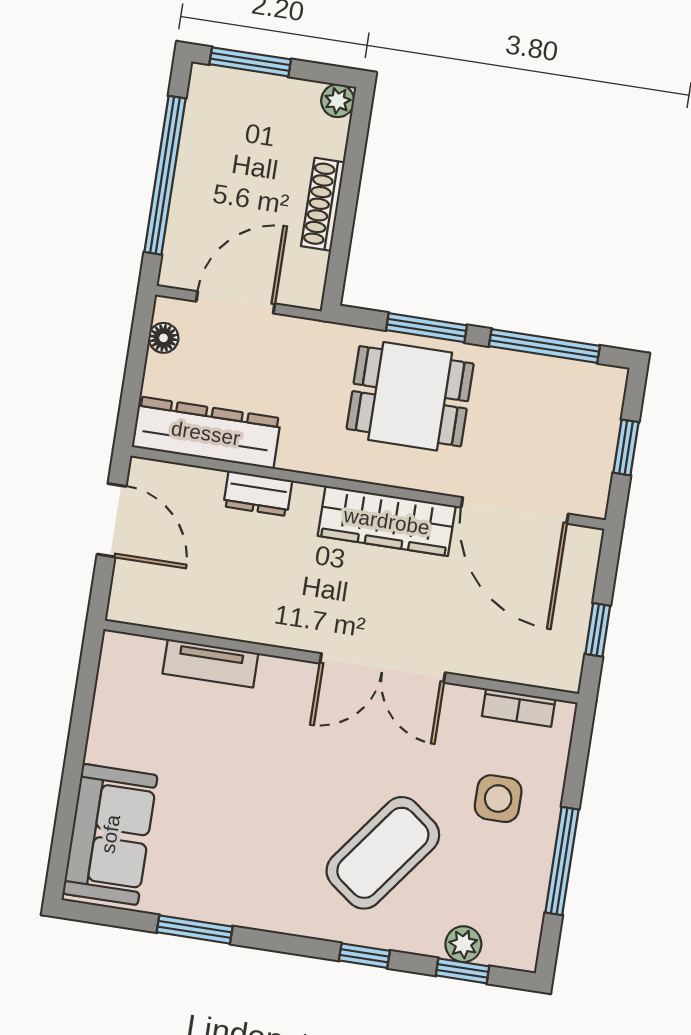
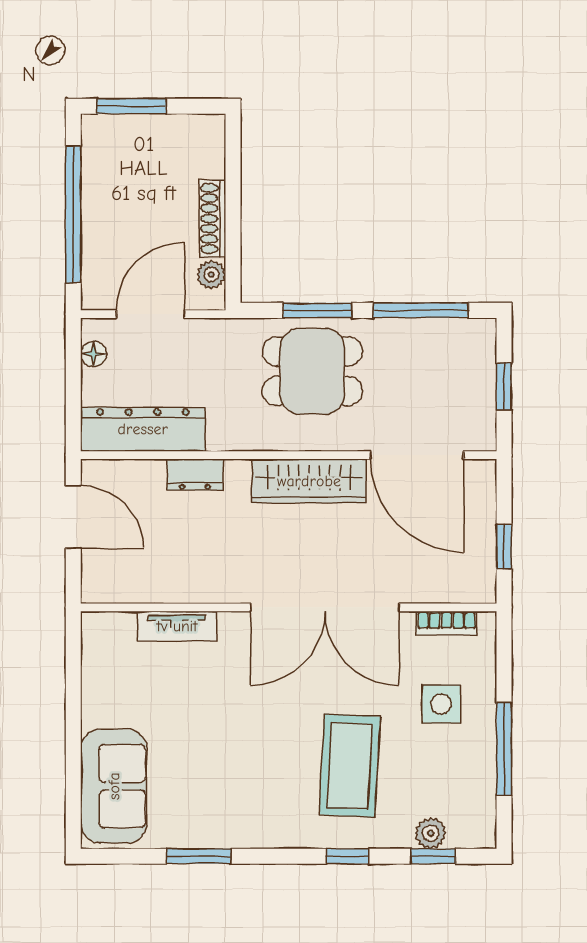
plant: (338, 101) -> (211, 275), moved
double door: (383, 668) -> (325, 607), width x1.36
coffee table: (383, 853) -> (350, 766), turned -34

